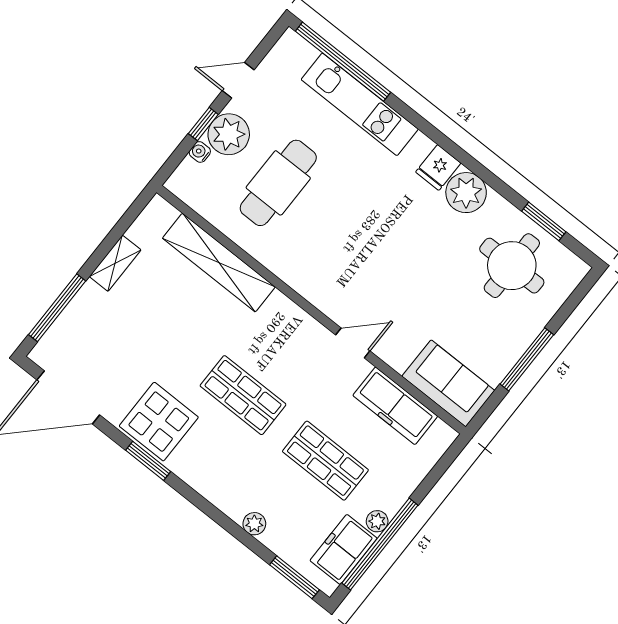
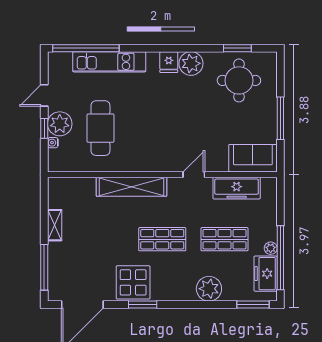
shelving: (219, 263) -> (131, 187), moved
plant: (254, 524) -> (209, 289), width x1.87, depth x1.87

